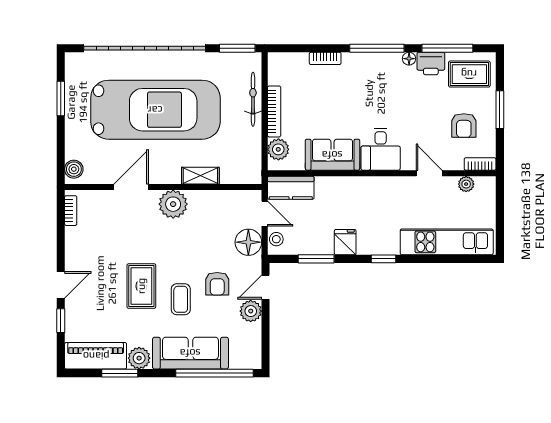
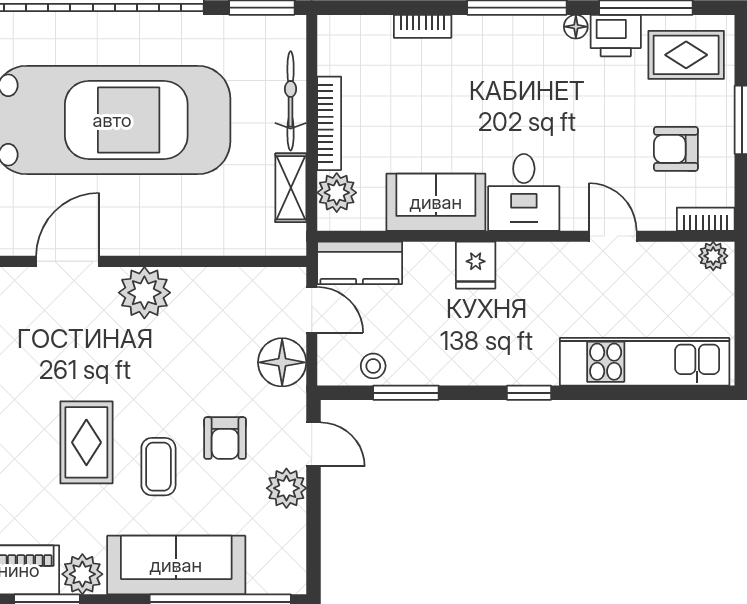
armchair: (464, 125) -> (676, 149), turned 90
shelving: (200, 176) -> (291, 188), moved, turned 90
plant: (466, 184) -> (713, 256), moved
stool: (276, 239) -> (373, 366), moved
fridge: (345, 242) -> (476, 265), moved, turned 180
door: (266, 287) -> (313, 444), swing flipped

